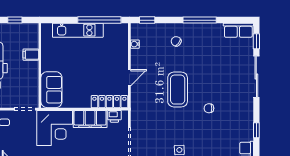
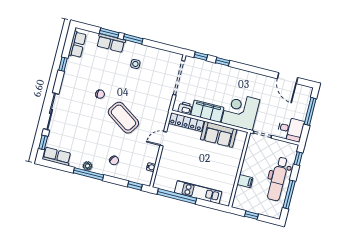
plant: (203, 28) -> (88, 166), added
sofa: (51, 90) -> (219, 134), moved, turned -90
coffee table: (178, 90) -> (123, 118), turned -56

